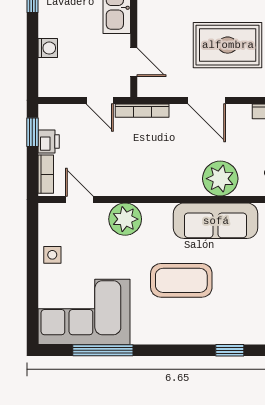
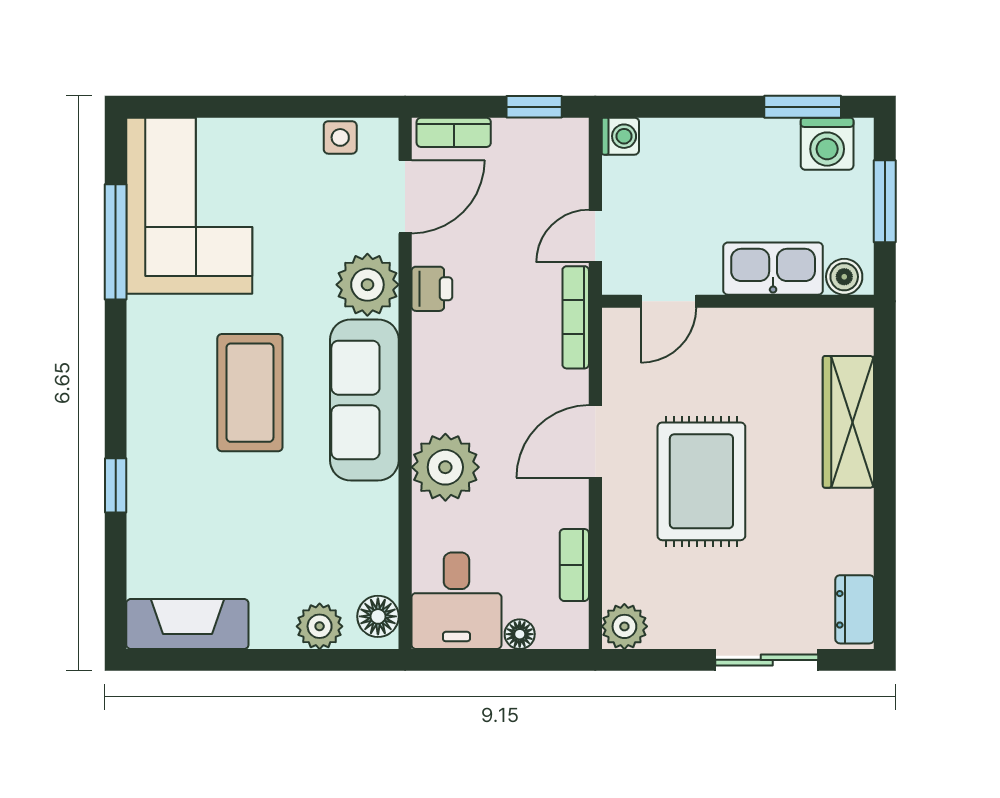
washing machine: (48, 48) -> (620, 136), moved, turned -90
printer: (49, 141) -> (432, 289), moved, turned -90
door: (79, 199) -> (405, 197), width x1.38
sofa: (216, 221) -> (364, 400), moved
side table: (52, 255) -> (340, 137), moved

